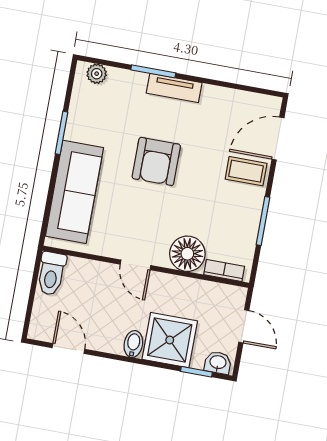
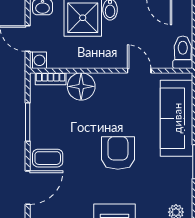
door: (135, 265) -> (139, 71), moved
washing machine: (236, 297) -> (38, 60), added

